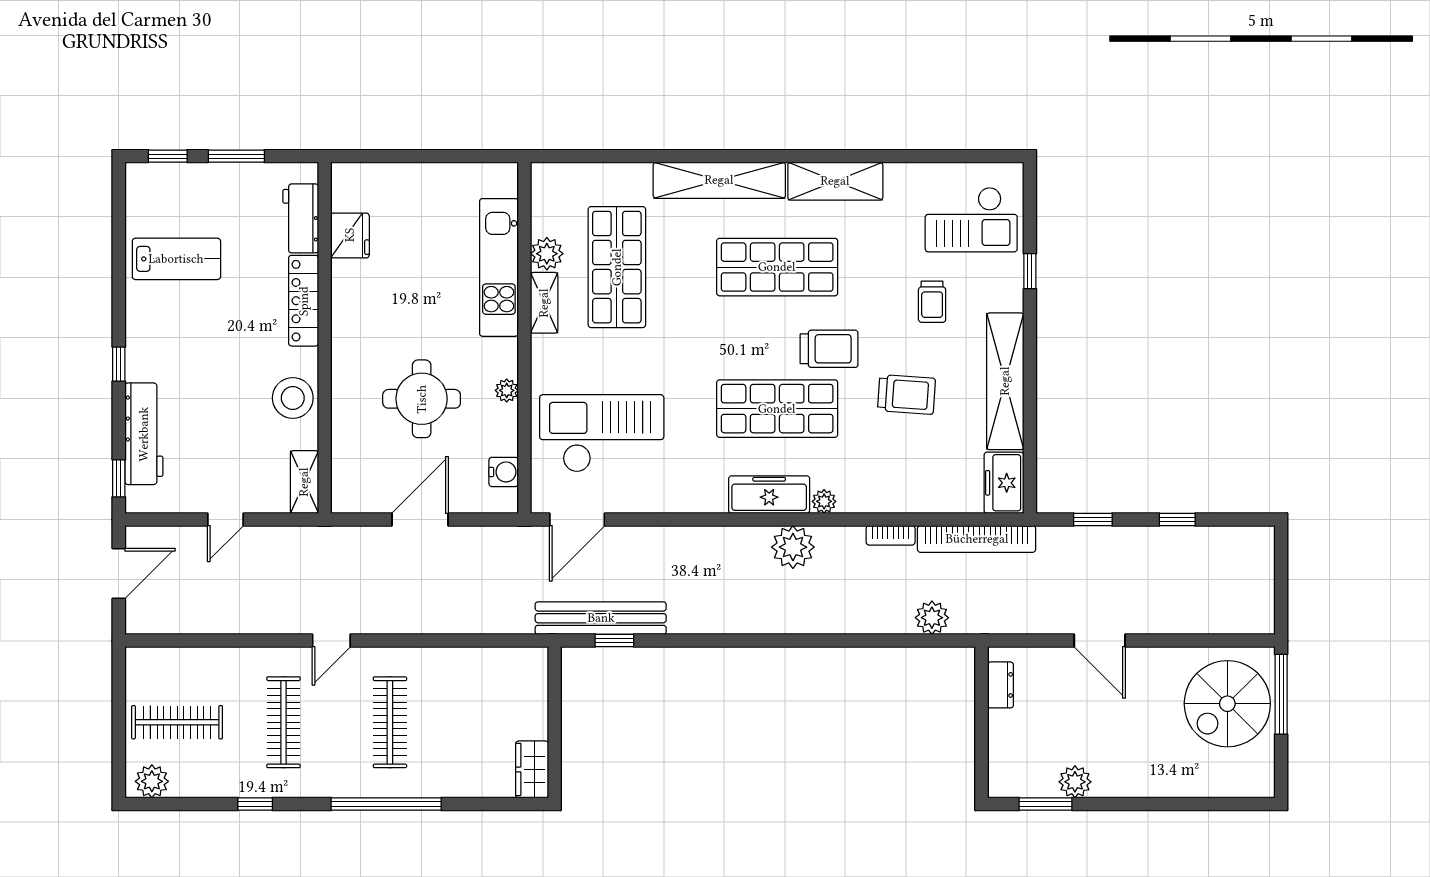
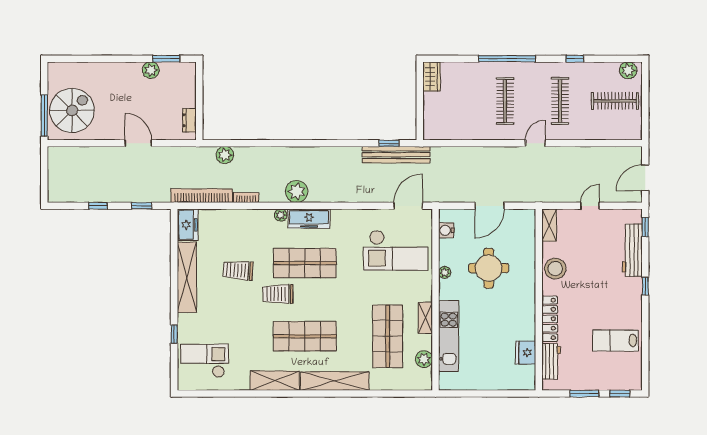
plant: (547, 254) -> (424, 359), moved
trolley: (932, 302) -> (225, 318), removed

